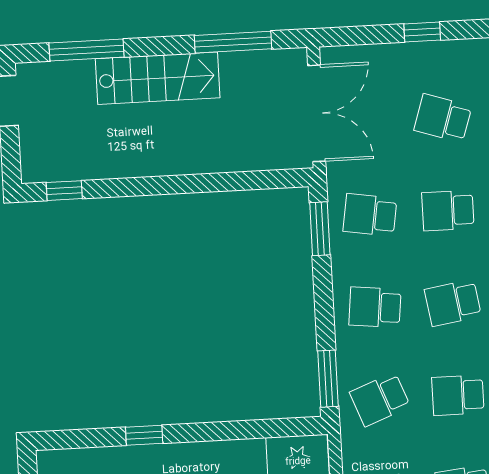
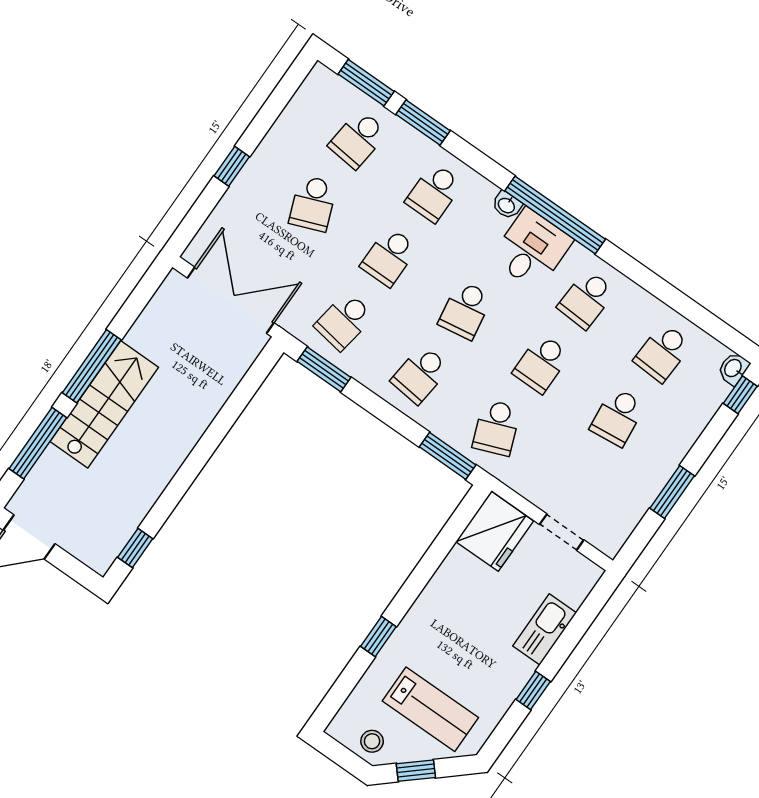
window: (233, 42) -> (92, 366), moved
school desk: (443, 118) -> (313, 203), turned -39

